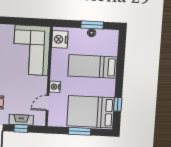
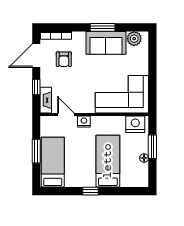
window: (92, 25) -> (152, 147), moved
window: (118, 104) -> (91, 191), moved
bed: (91, 112) -> (53, 162), width x0.67
fireplace: (21, 120) -> (46, 100), moved

